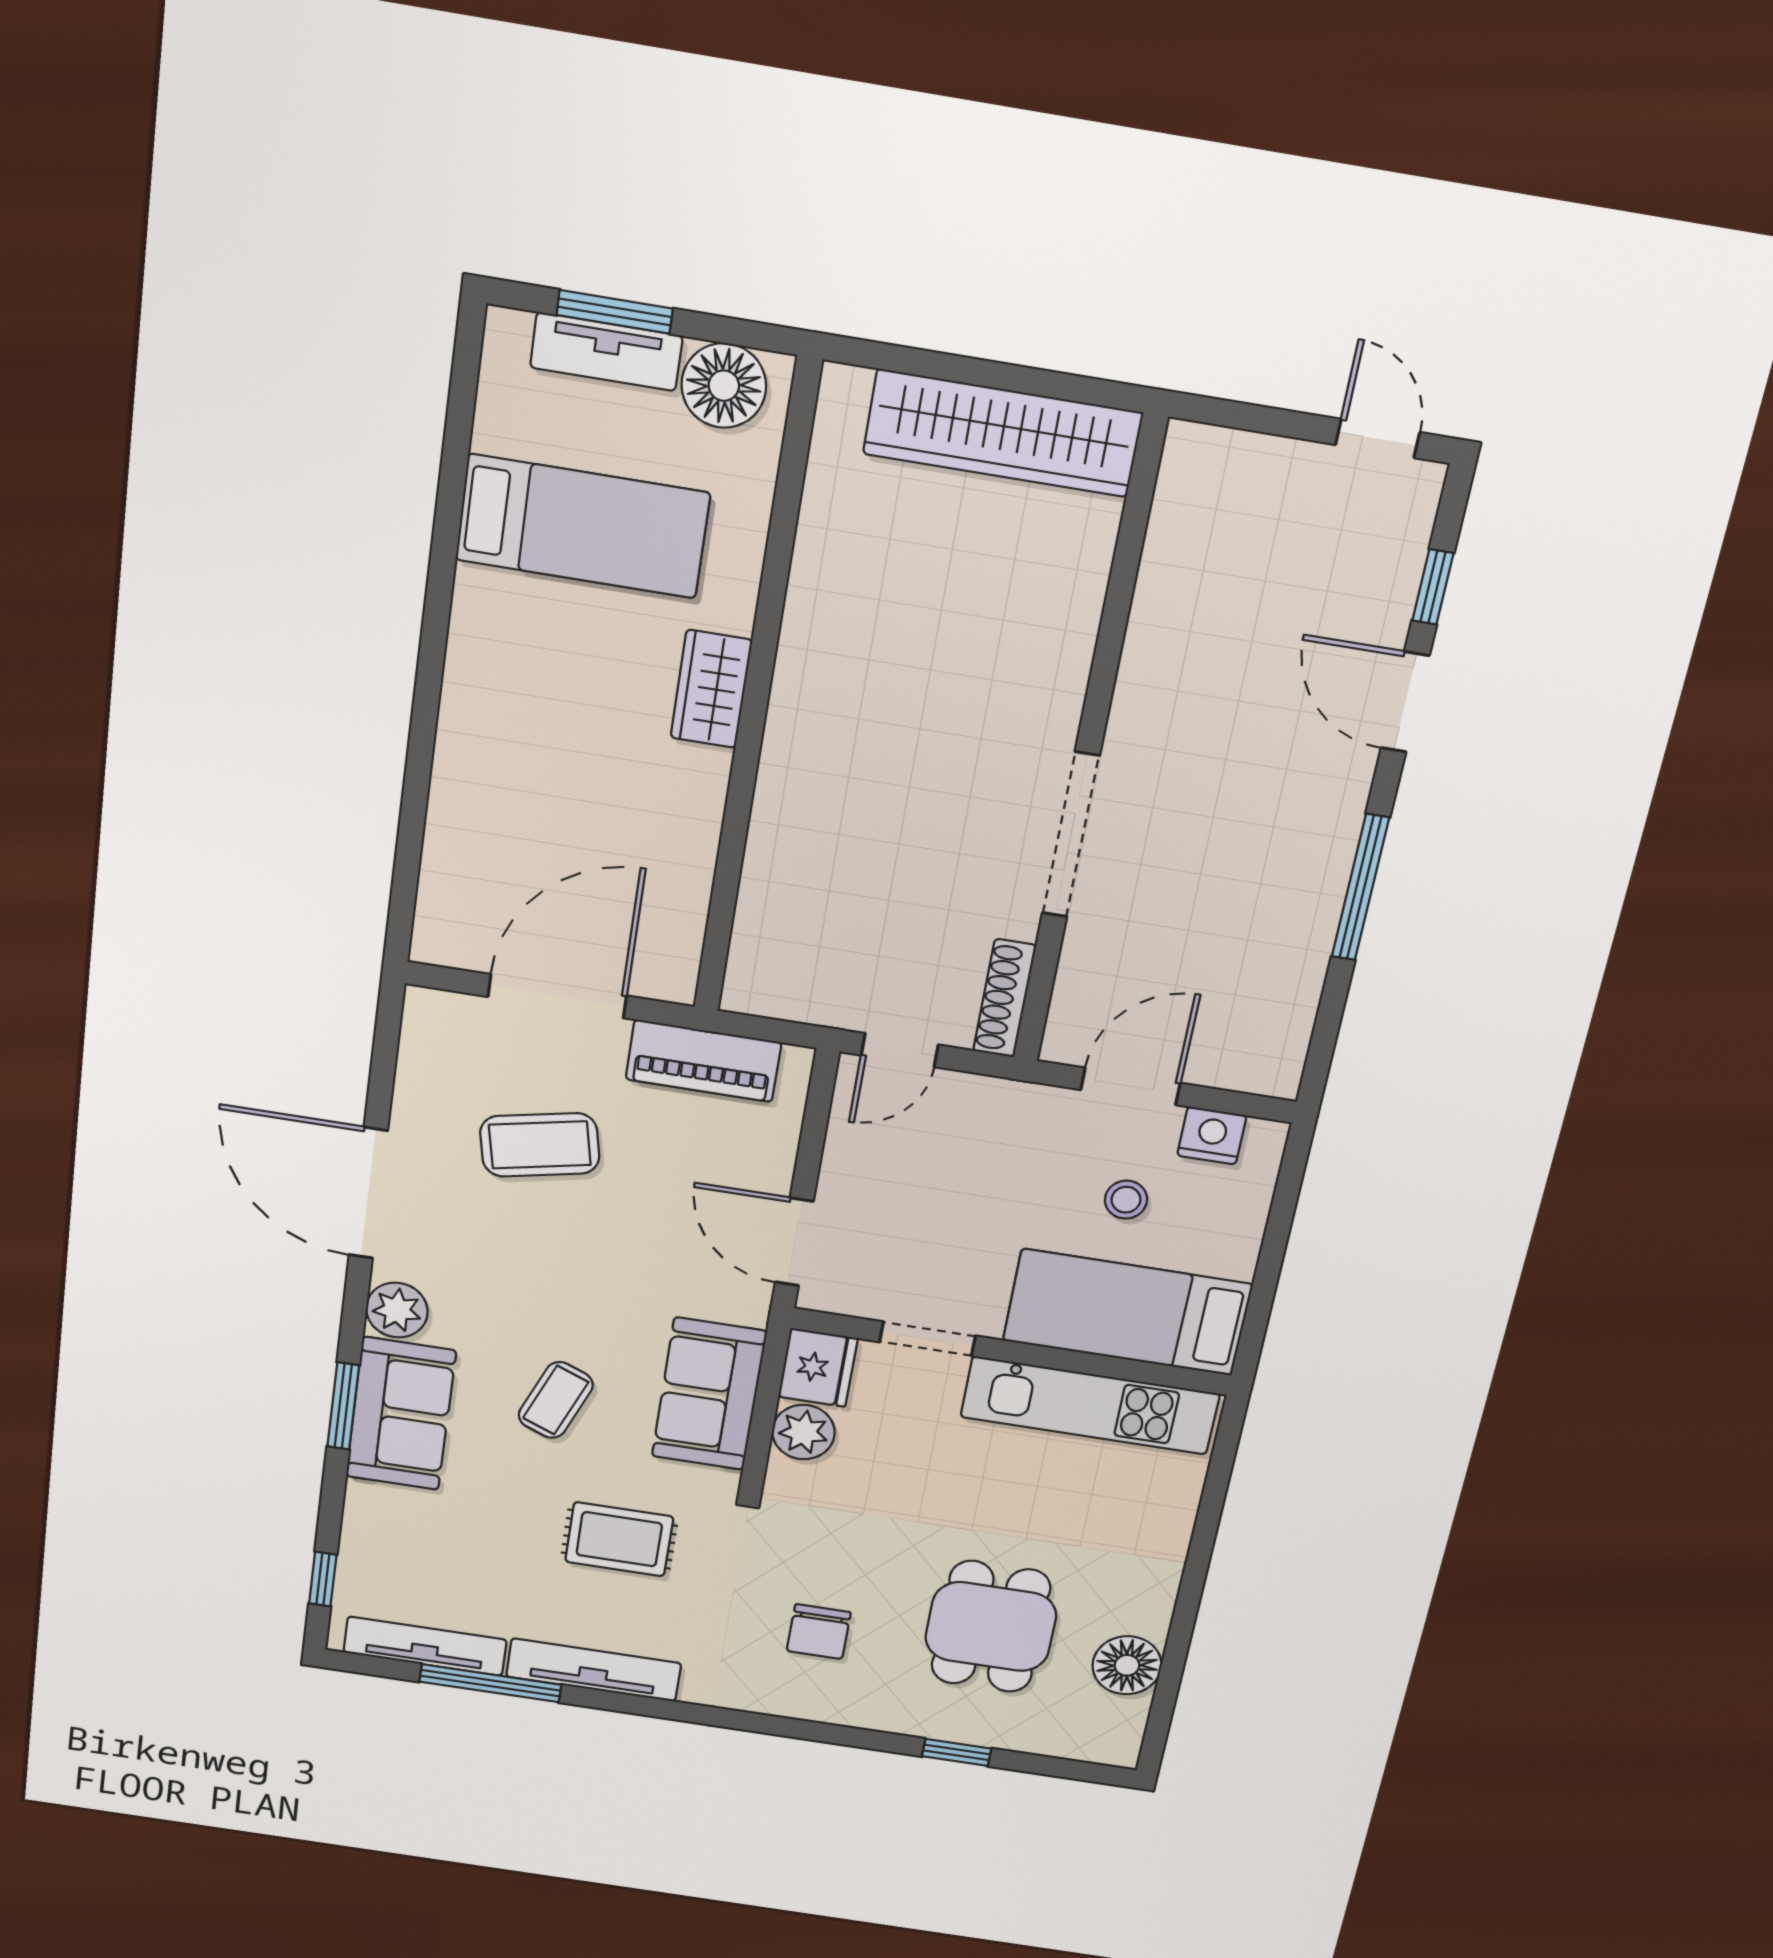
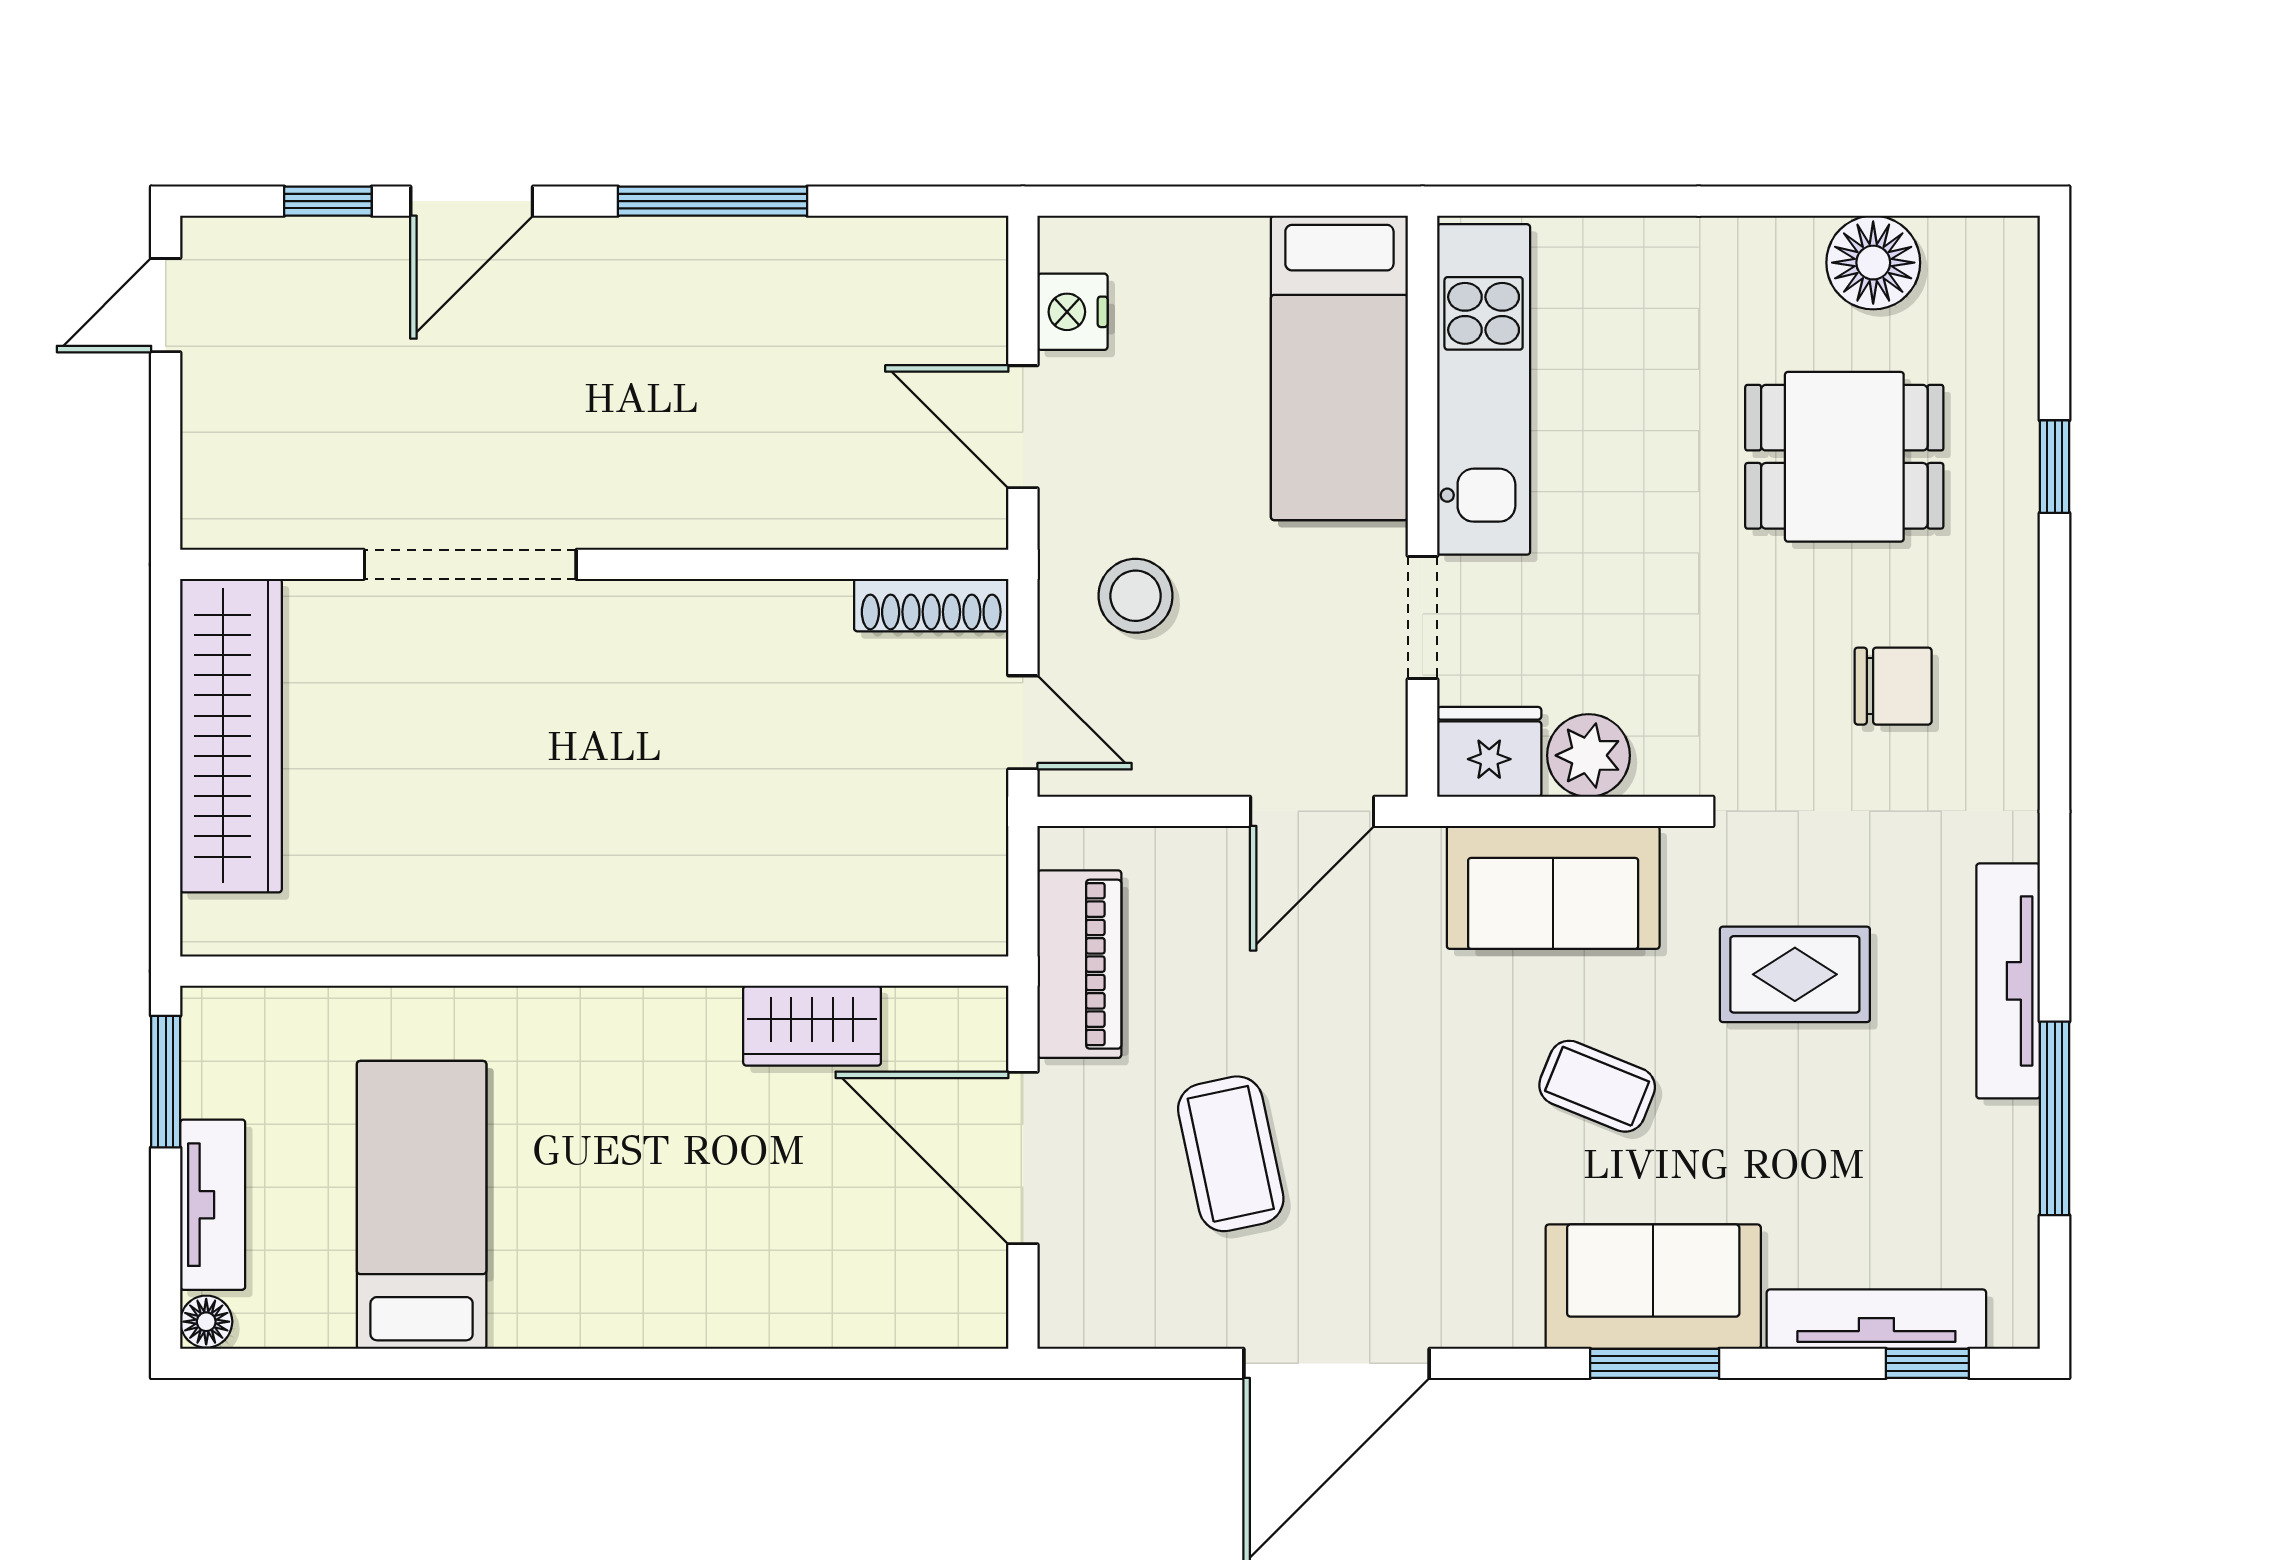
window: (615, 312) -> (166, 1082), moved
floor lamp: (724, 386) -> (206, 1322), moved, width x0.53, depth x0.53
wardrobe: (711, 689) -> (812, 1026), moved
doorway: (1071, 835) -> (470, 564), moved
stool: (1126, 1200) -> (1136, 596), moved, width x1.37, depth x1.37
plant: (397, 1310) -> (1499, 1309), removed
rug: (619, 1539) -> (1795, 974), turned 90
tv unit: (425, 1646) -> (1876, 1319), moved, turned 90

